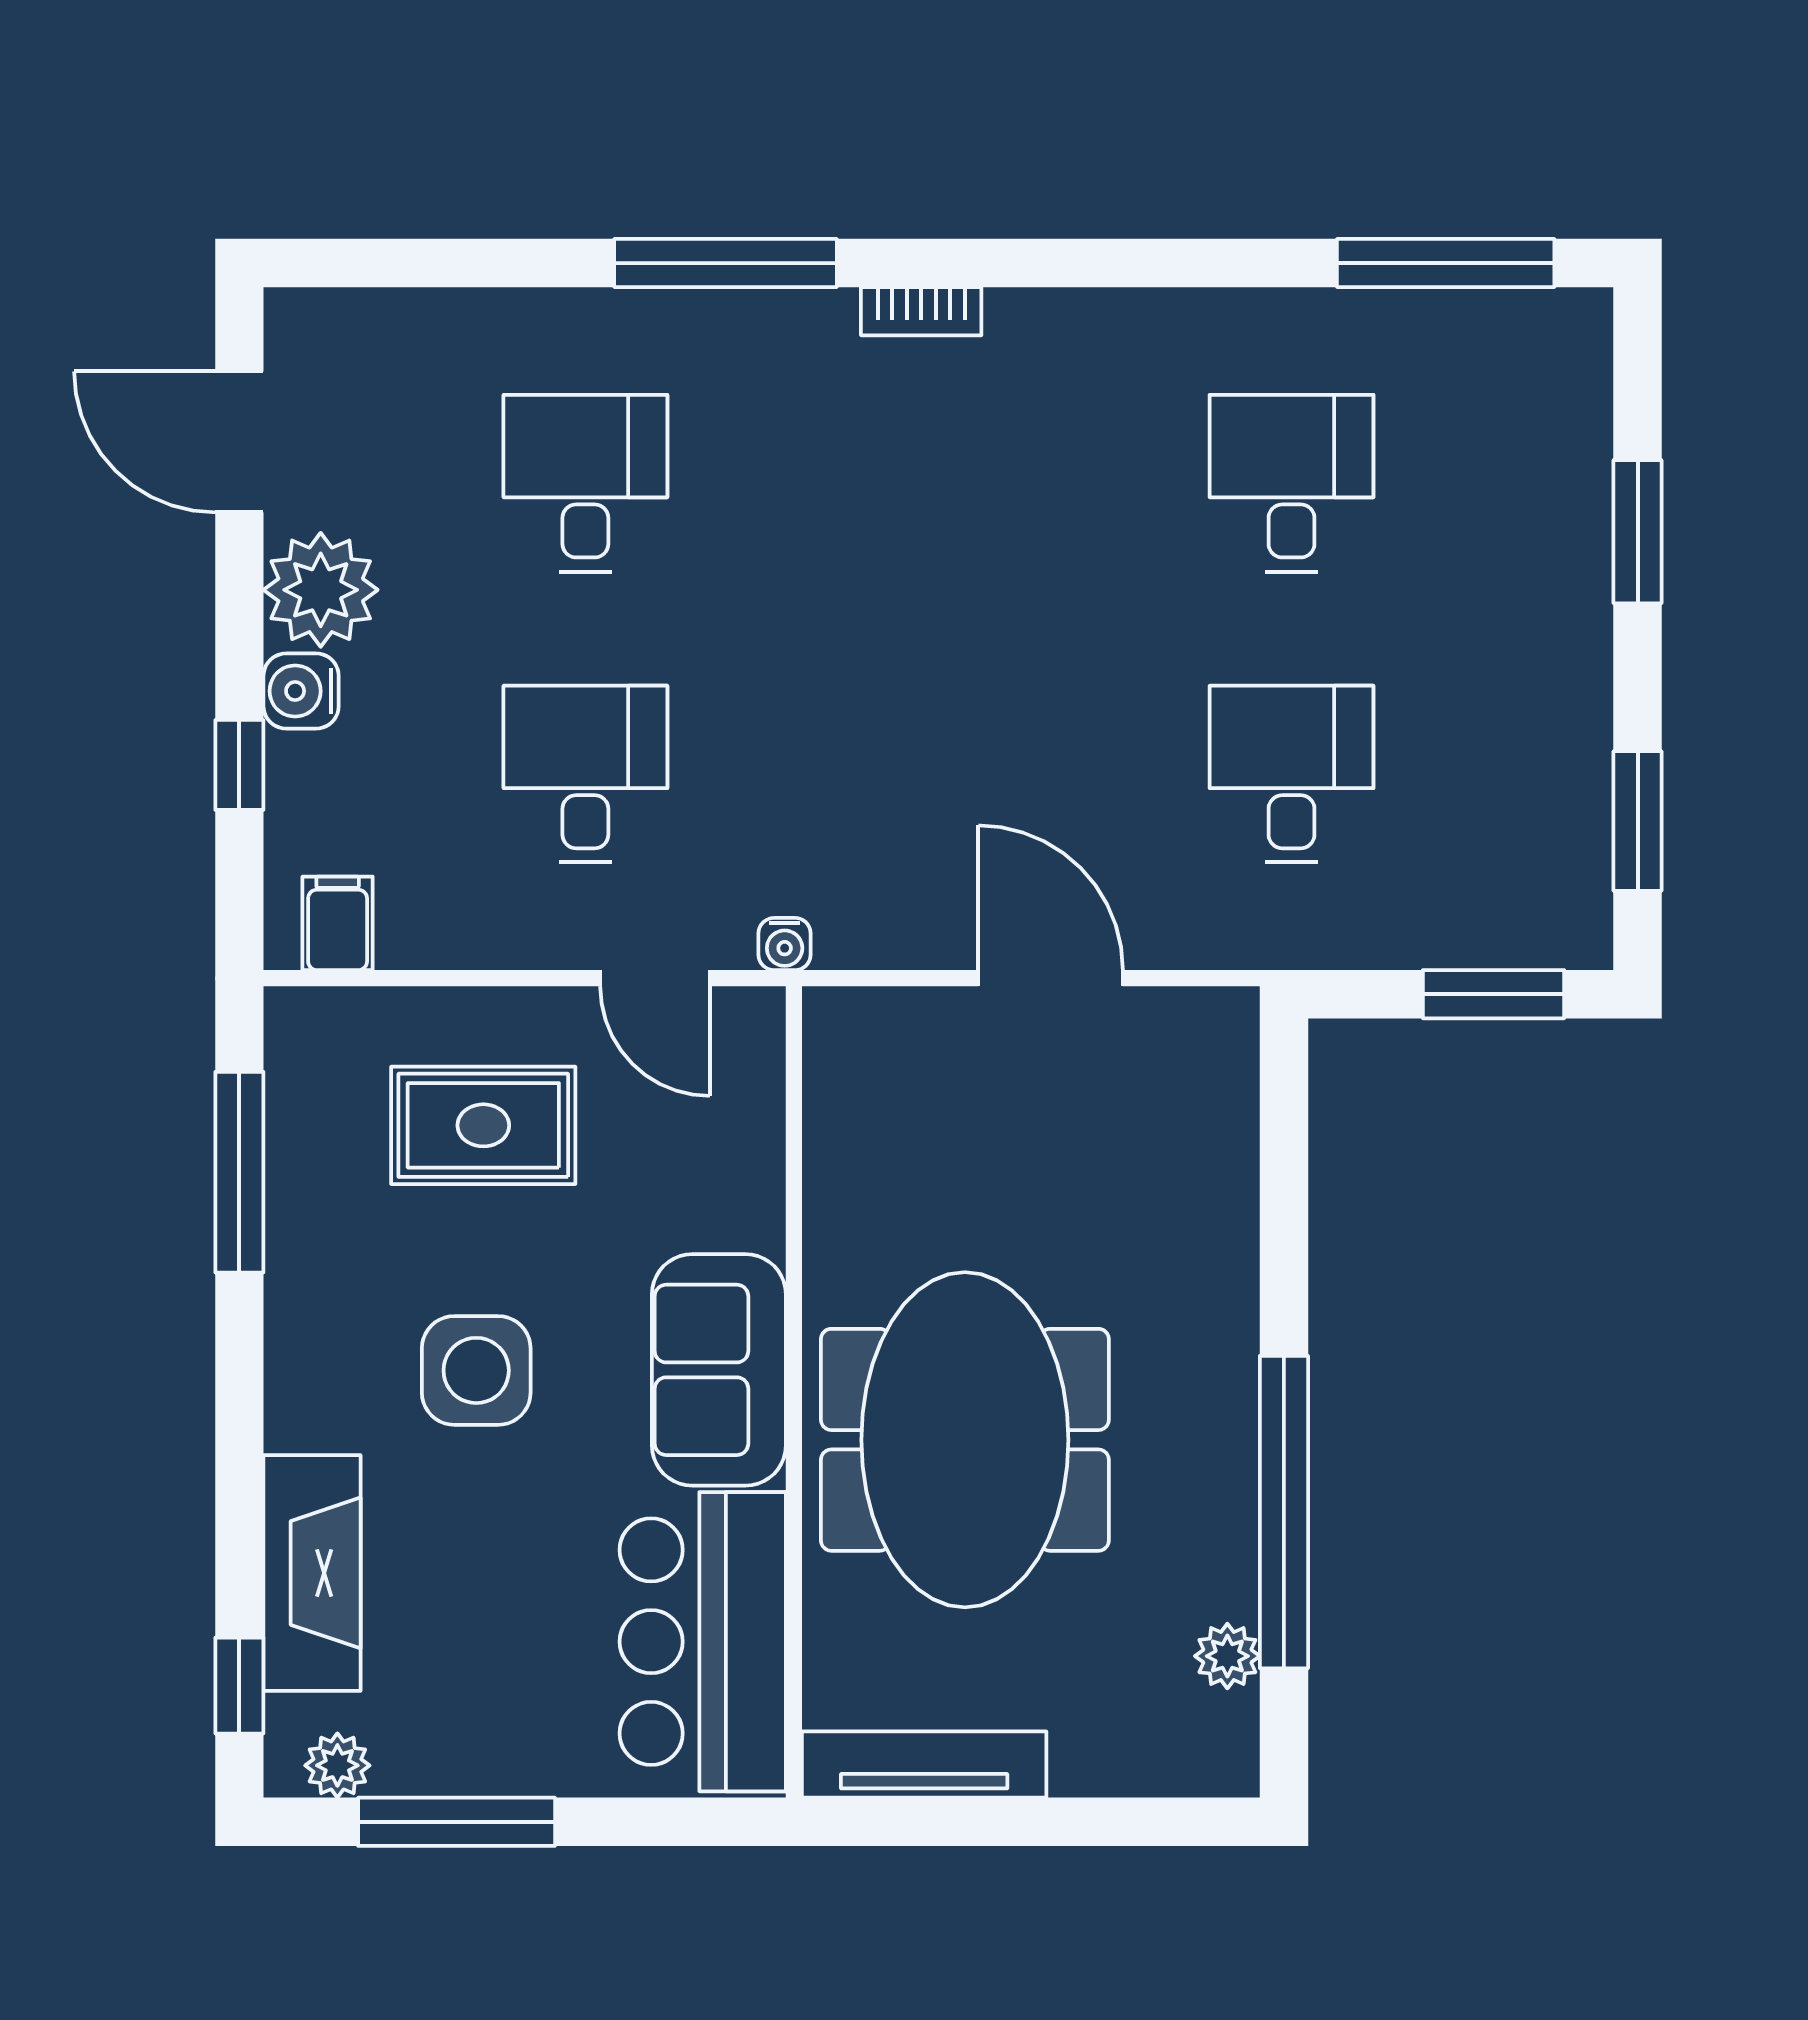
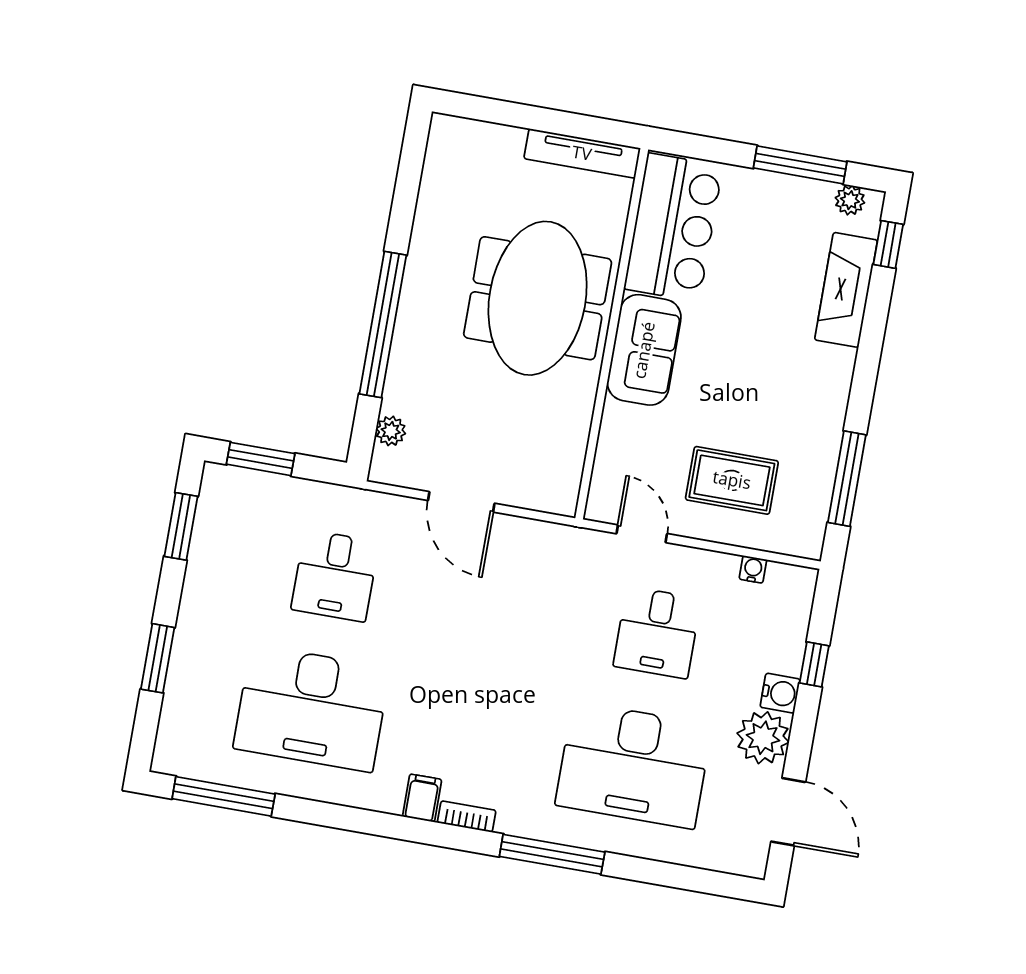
desk: (585, 483) -> (634, 765), width x1.87, depth x1.30
desk: (1291, 483) -> (312, 708), width x1.87, depth x1.30
filing cabinet: (338, 923) -> (422, 798), moved, turned 180
water cooler: (785, 944) -> (753, 569), moved
side table: (476, 1370) -> (755, 369), removed
window: (1284, 1512) -> (383, 324), moved
plant: (1227, 1656) -> (391, 431), moved

